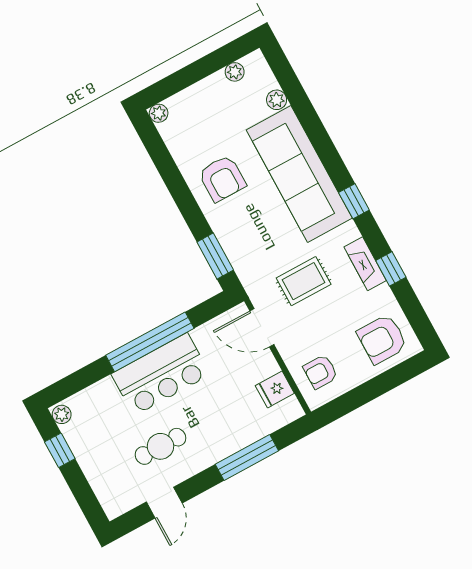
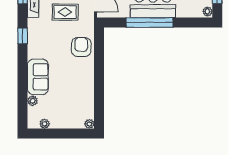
sofa: (299, 174) -> (38, 77), width x0.54, depth x0.79
armchair: (222, 179) -> (81, 47), moved
window: (215, 256) -> (99, 45), removed

